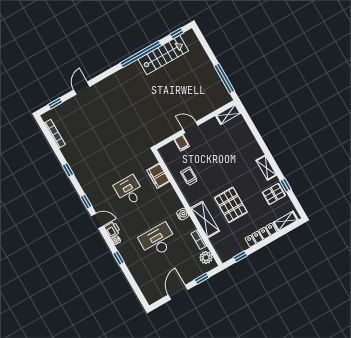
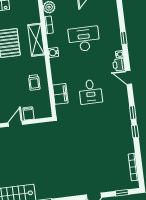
door: (191, 127) -> (15, 124), swing flipped
window: (86, 202) -> (133, 113), moved
desk: (158, 240) -> (84, 39), turned 180

